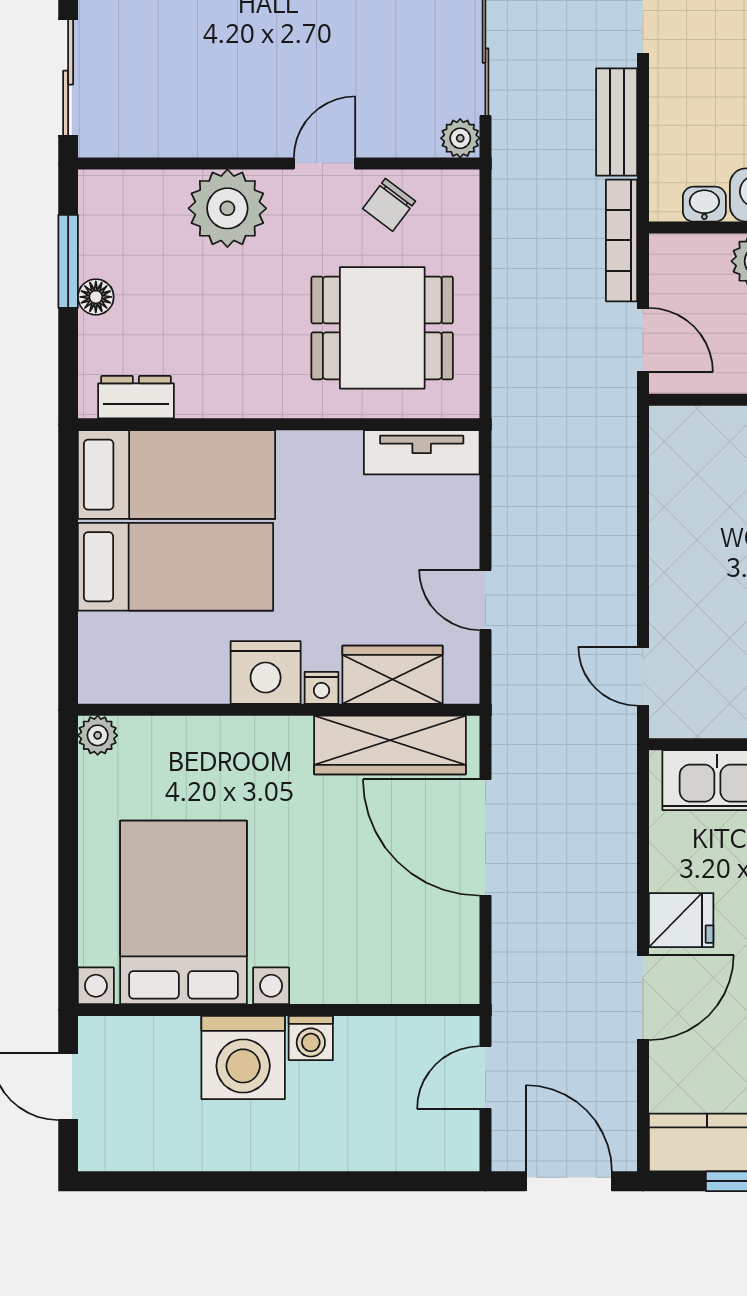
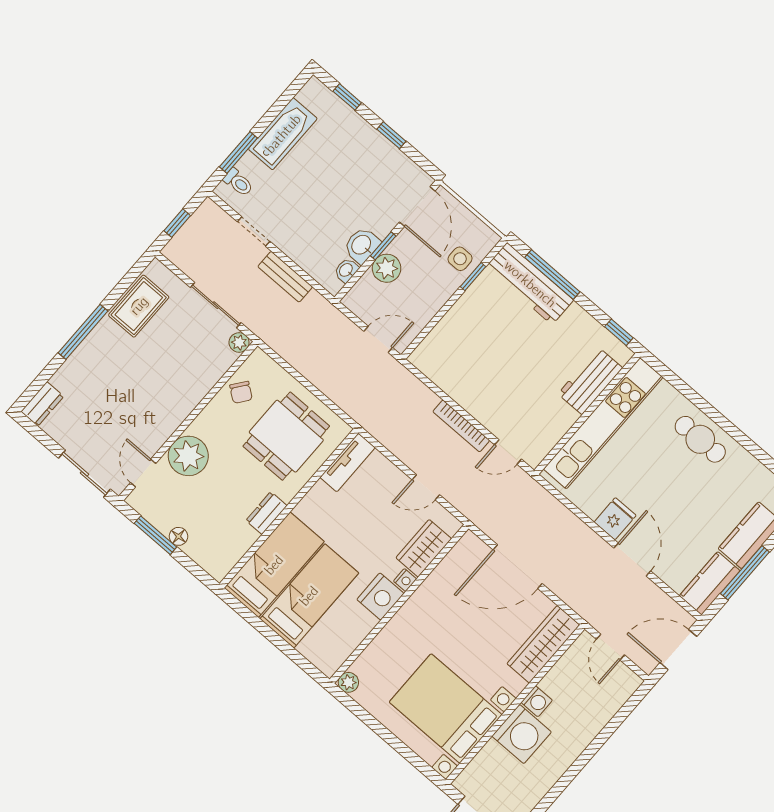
door: (325, 163) -> (143, 473), moved
bookcase: (621, 240) -> (461, 426), moved
dresser: (136, 397) -> (266, 513), moved
wardrobe: (390, 745) -> (543, 644), moved, turned 180

